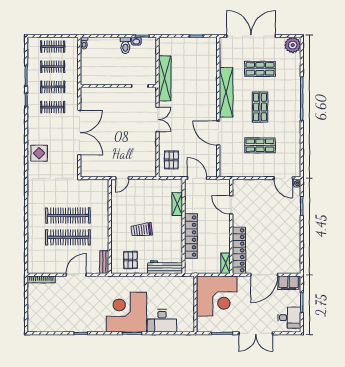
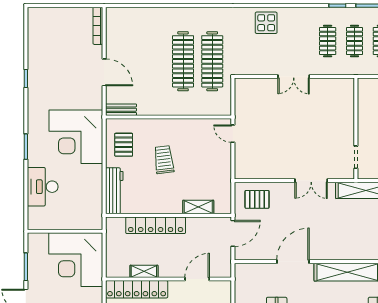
double door: (79, 133) -> (294, 76), width x0.54
clothes rail: (68, 237) -> (212, 61), moved
pallet: (130, 260) -> (124, 145), turned 90
shelving: (225, 263) -> (144, 271), moved
corner desk: (126, 312) -> (76, 137), moved, turned 180

